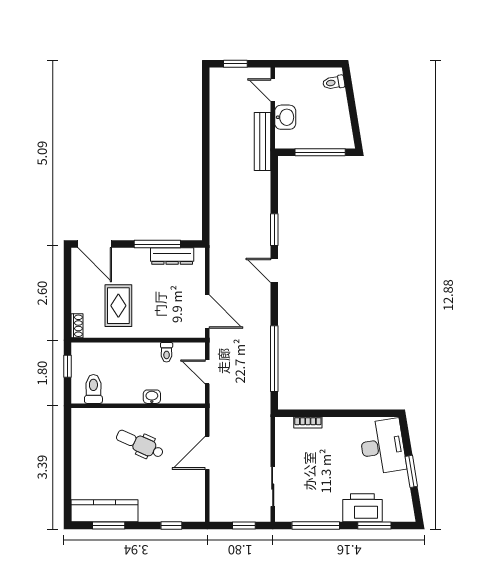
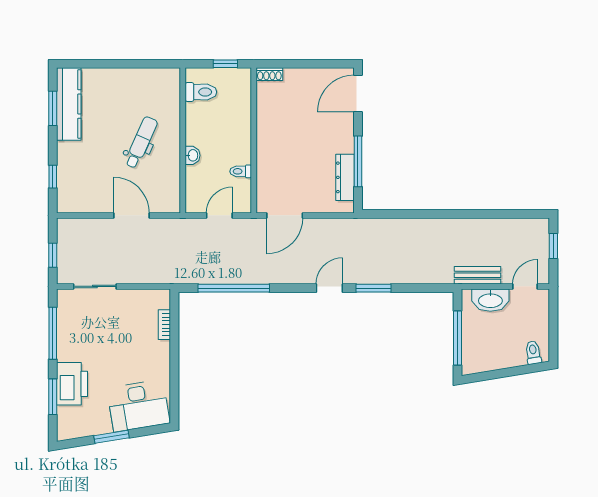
washbasin: (285, 117) -> (490, 300), width x1.38
bench: (262, 142) -> (478, 275), width x0.73
rug: (118, 306) -> (291, 119), removed

